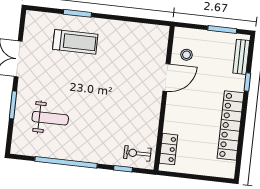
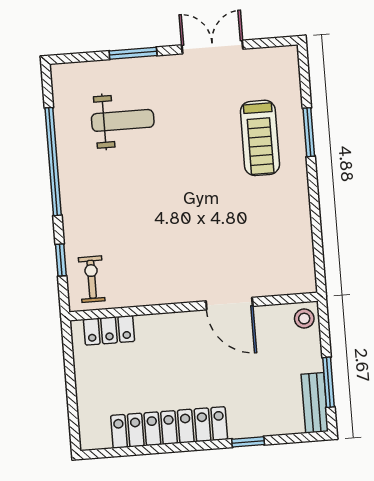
stool: (187, 55) -> (304, 319), moved
bench: (241, 57) -> (315, 403), moved, turned 90
weight bench: (50, 118) -> (123, 120), turned -90

